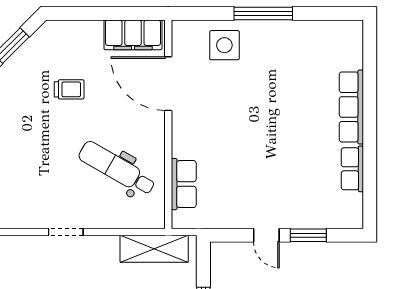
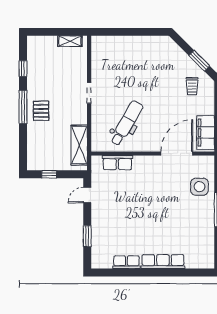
trolley: (69, 89) -> (192, 86), moved
door: (266, 235) -> (87, 195), moved

